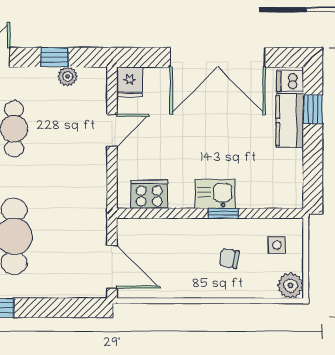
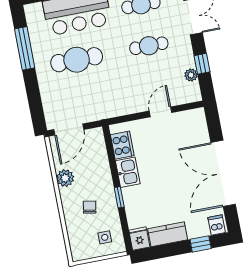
fridge: (129, 82) -> (139, 239), moved, turned 90
kitchen counter: (290, 121) -> (168, 234), moved
door: (112, 130) -> (160, 112), swing flipped
kitchen sink: (215, 194) -> (128, 172), moved
plant: (291, 285) -> (65, 178), moved

